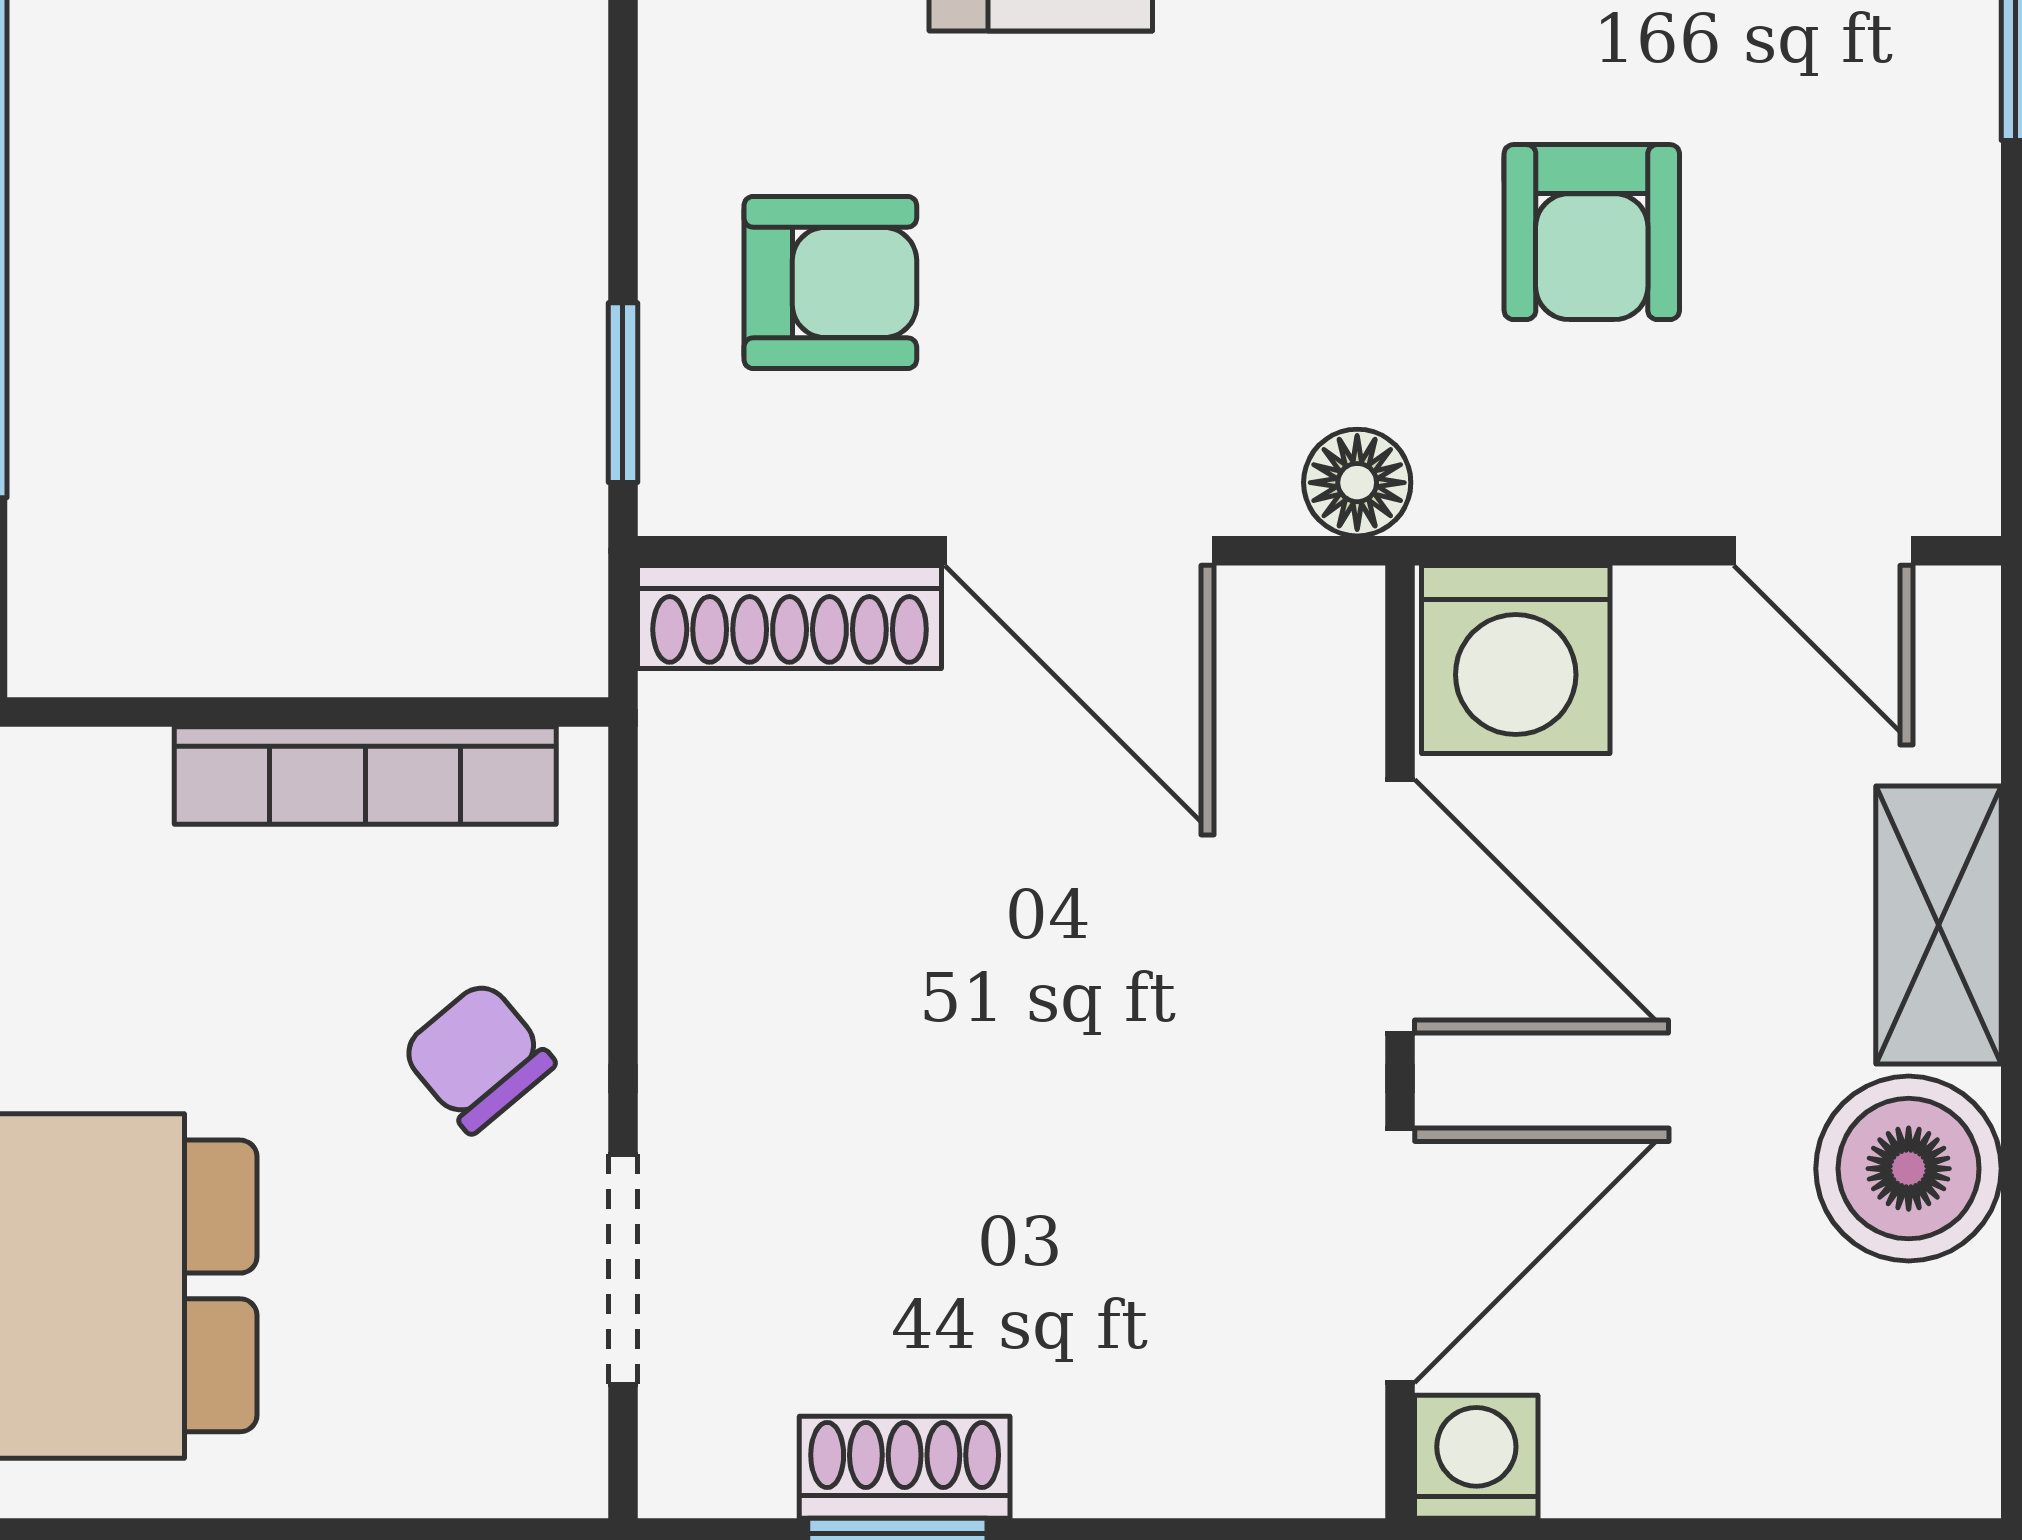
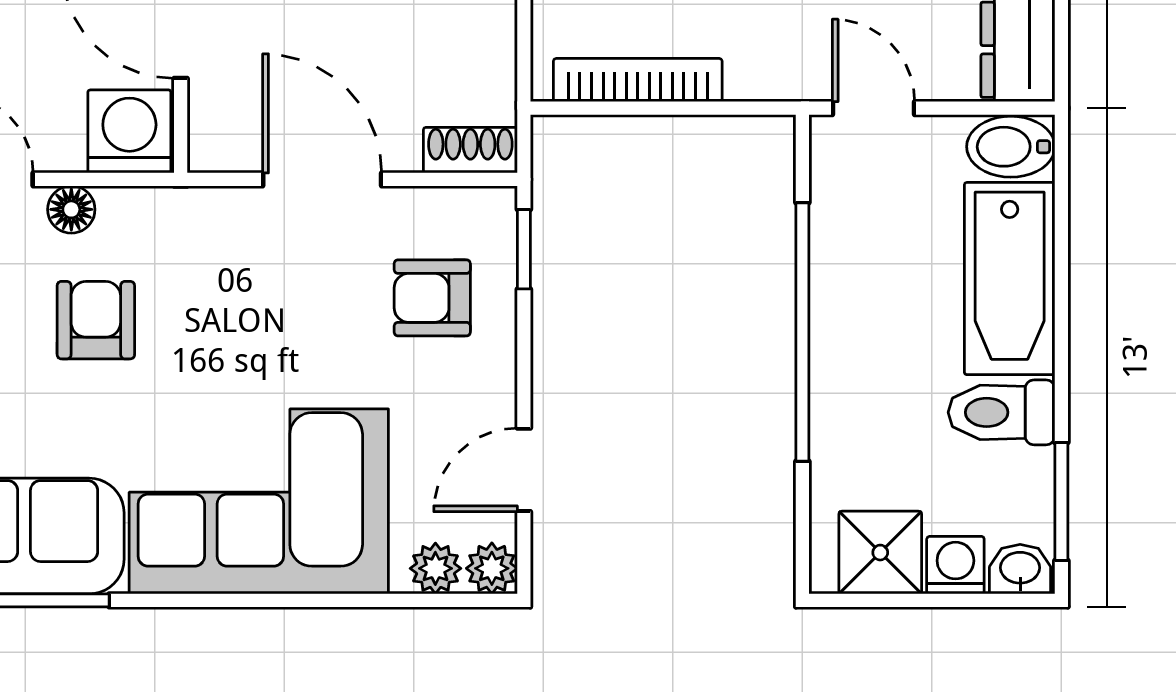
floor lamp: (1357, 483) -> (71, 209), moved
shoe rack: (790, 617) -> (470, 150), width x0.70

